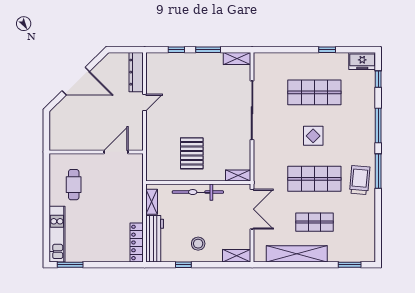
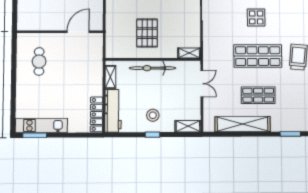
double door: (252, 209) -> (202, 84), width x0.73
kitchen unit: (57, 234) -> (41, 125), moved, turned -90
window: (183, 265) -> (153, 135), moved

